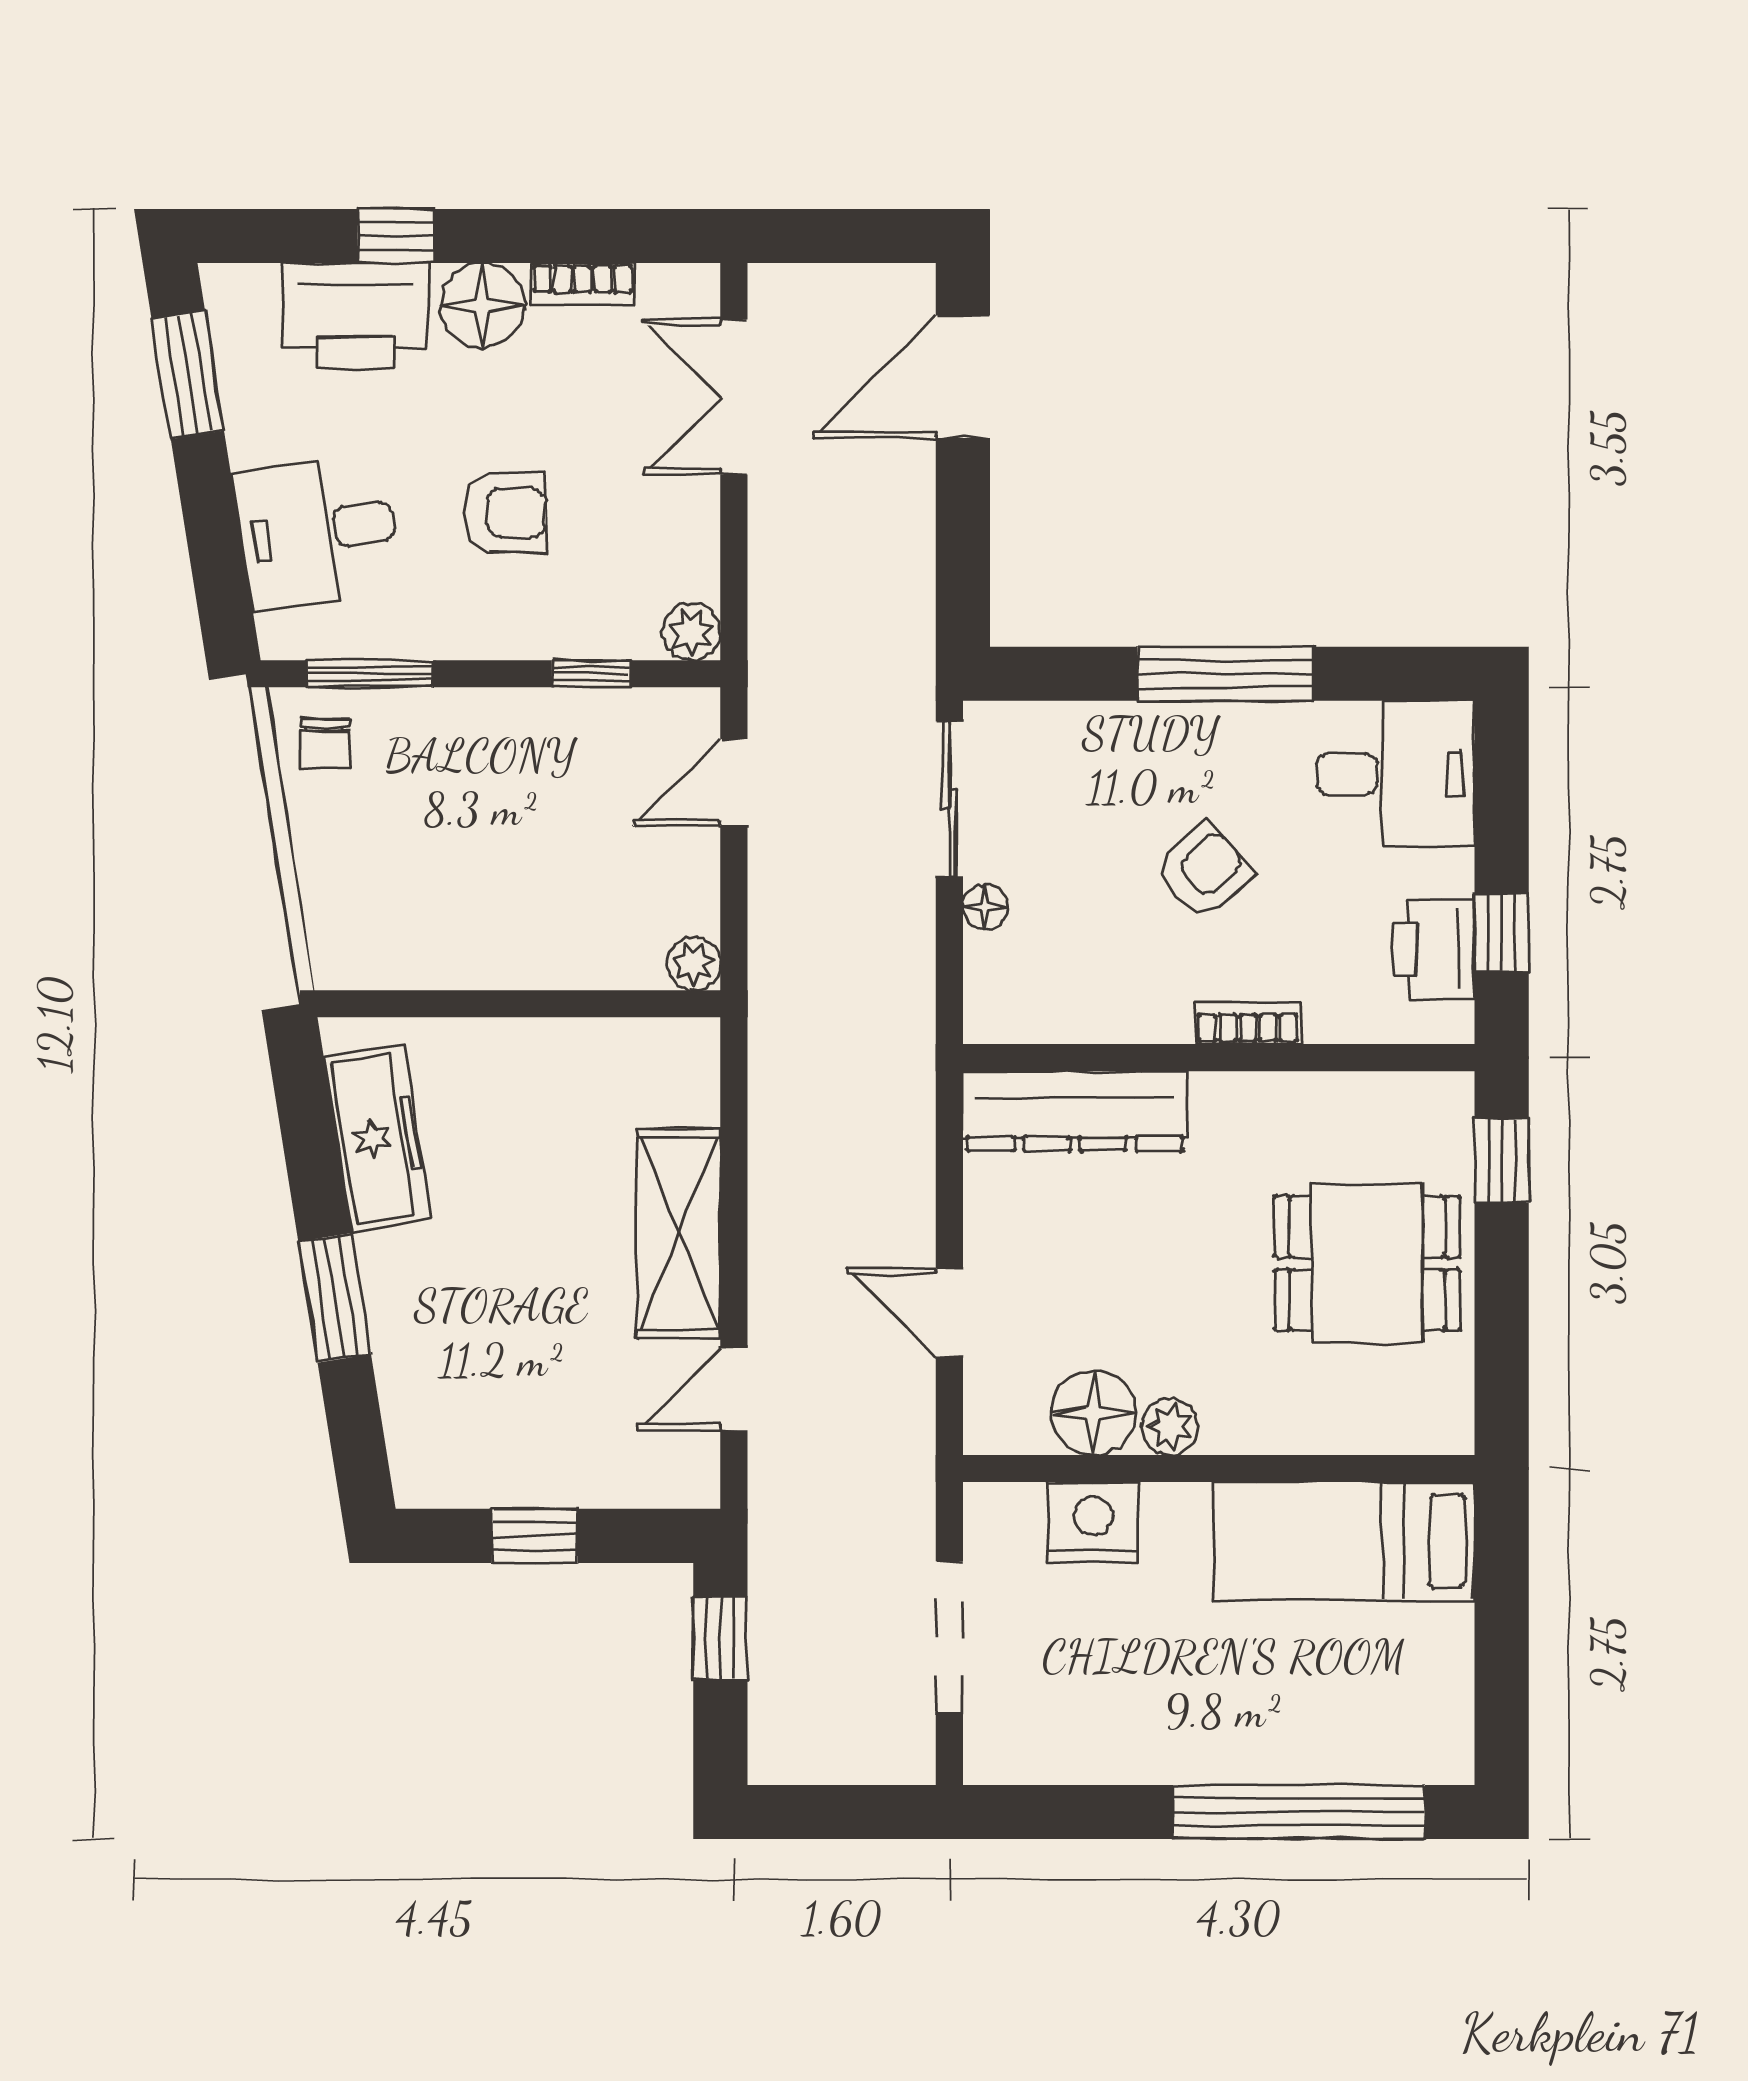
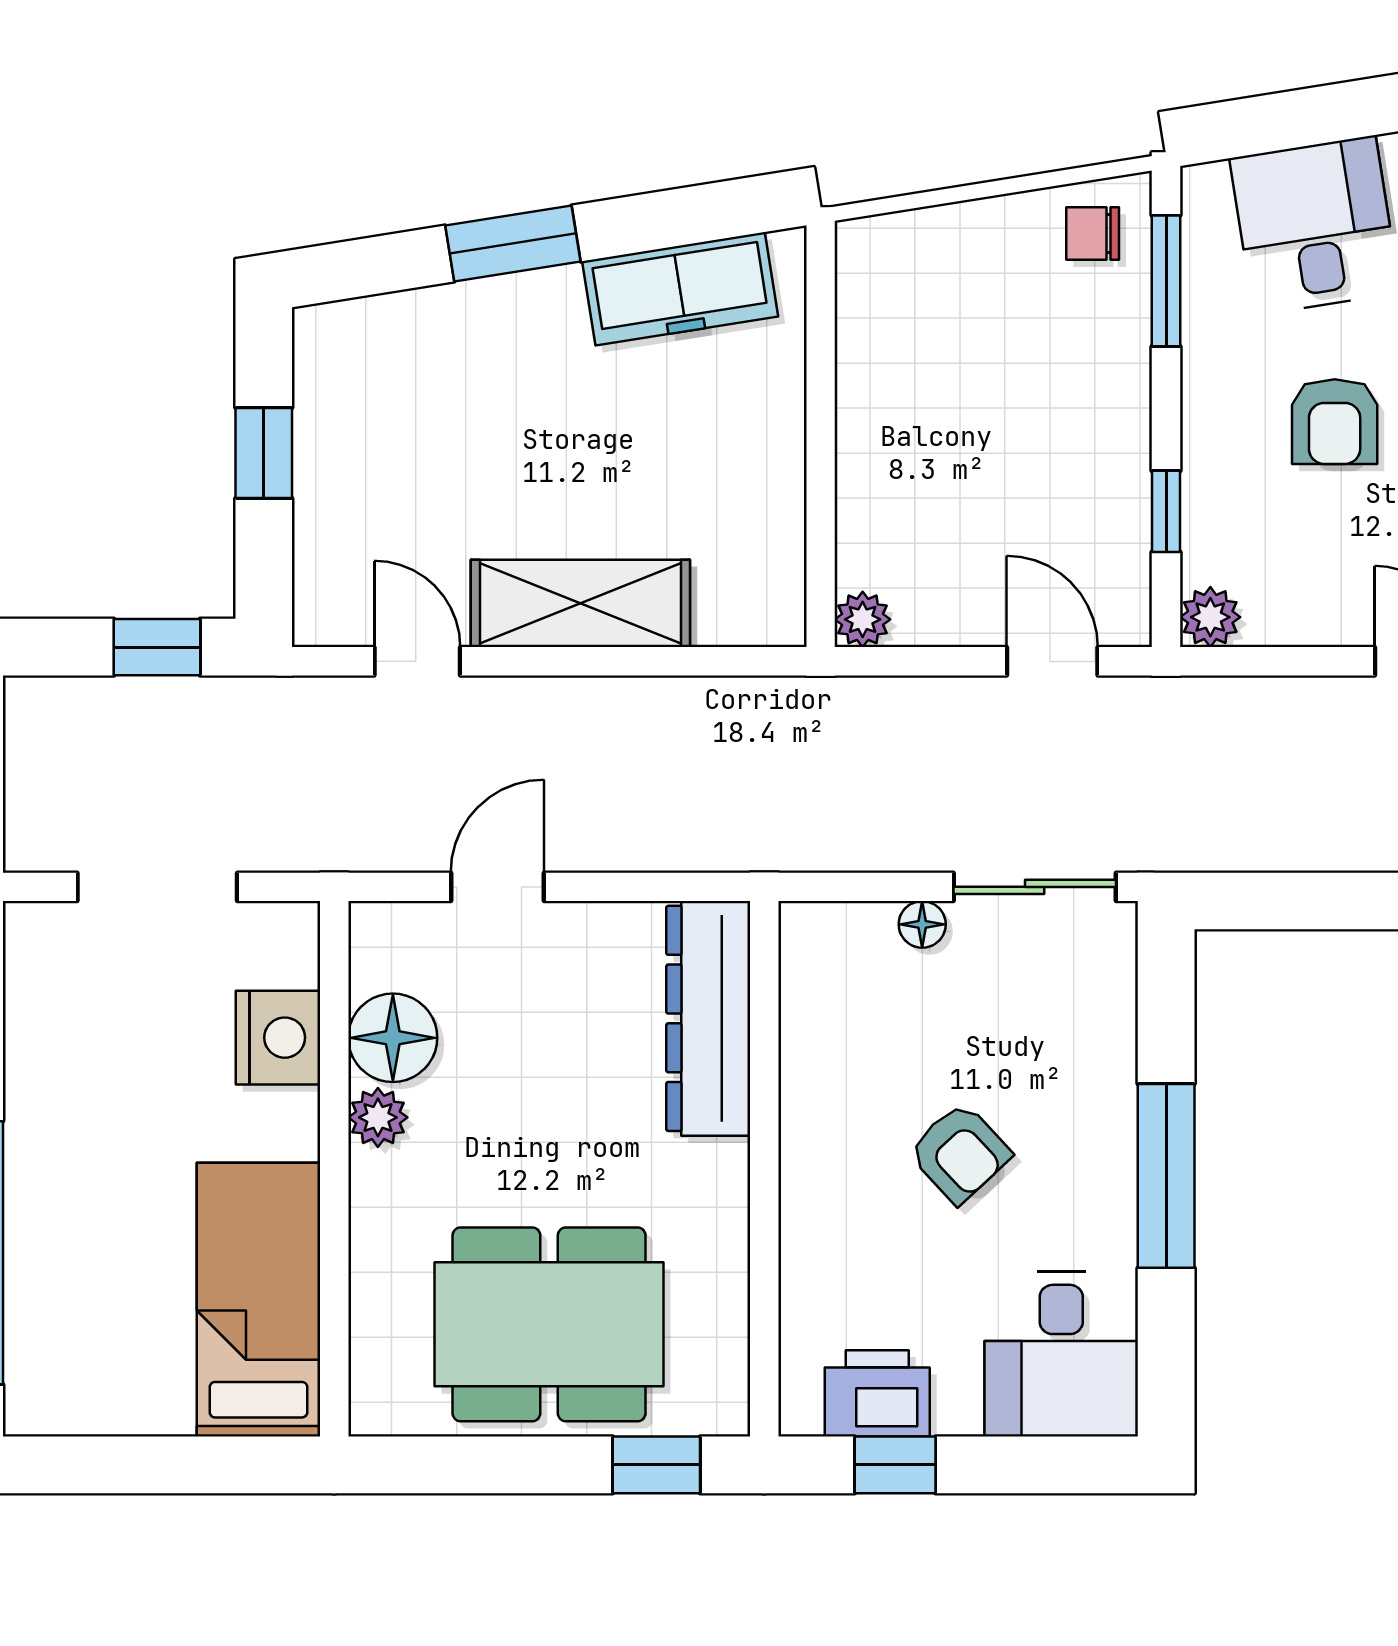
bookcase: (1248, 1023) -> (801, 1199), removed
dining table: (1367, 1263) -> (549, 1324), width x1.38

